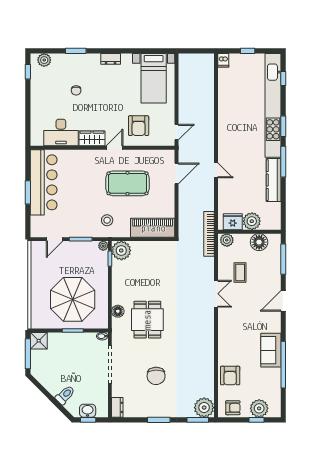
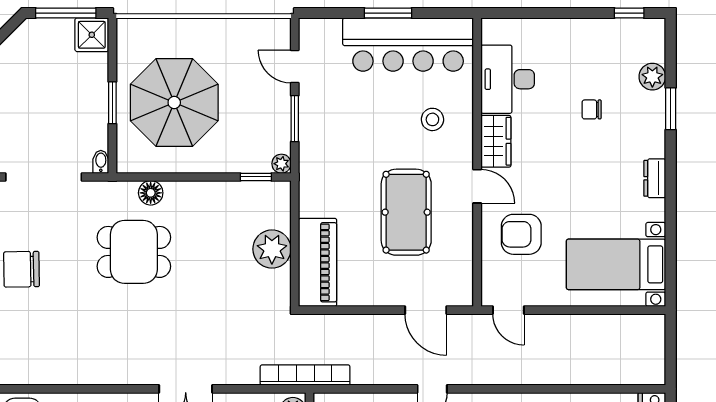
plant: (44, 60) -> (652, 77), moved
stool: (107, 220) -> (432, 119), moved
plant: (121, 250) -> (272, 249), moved

